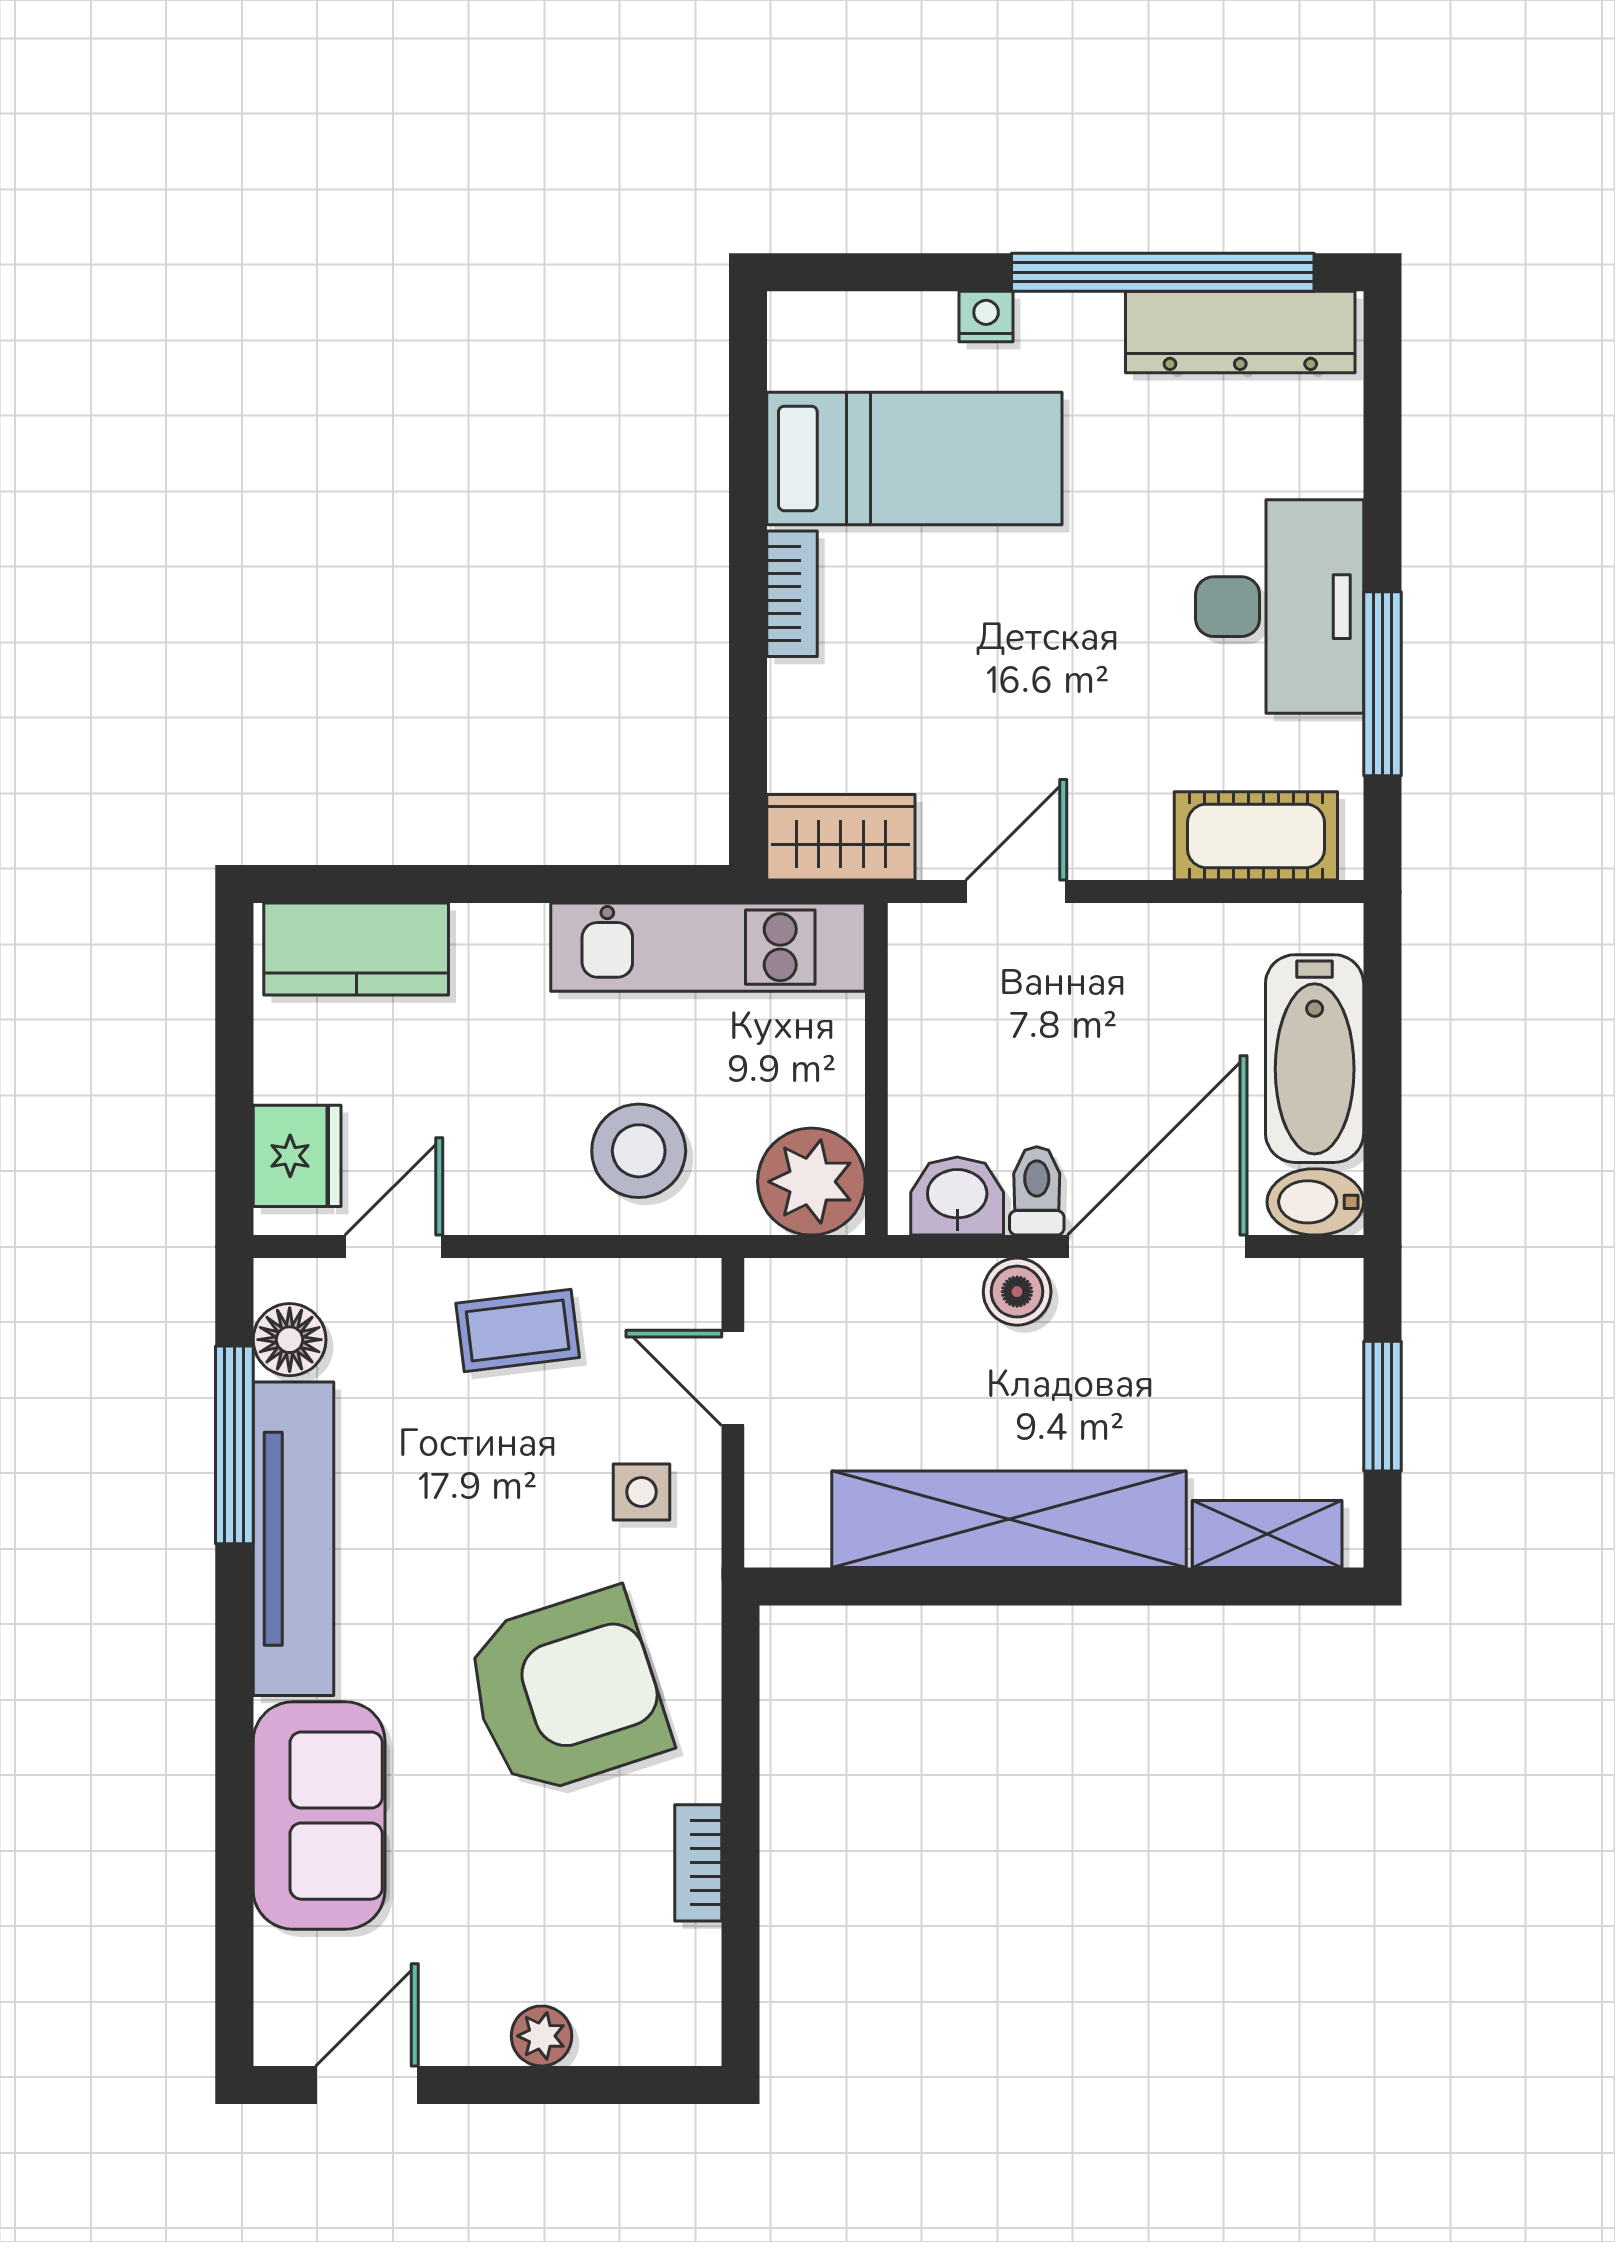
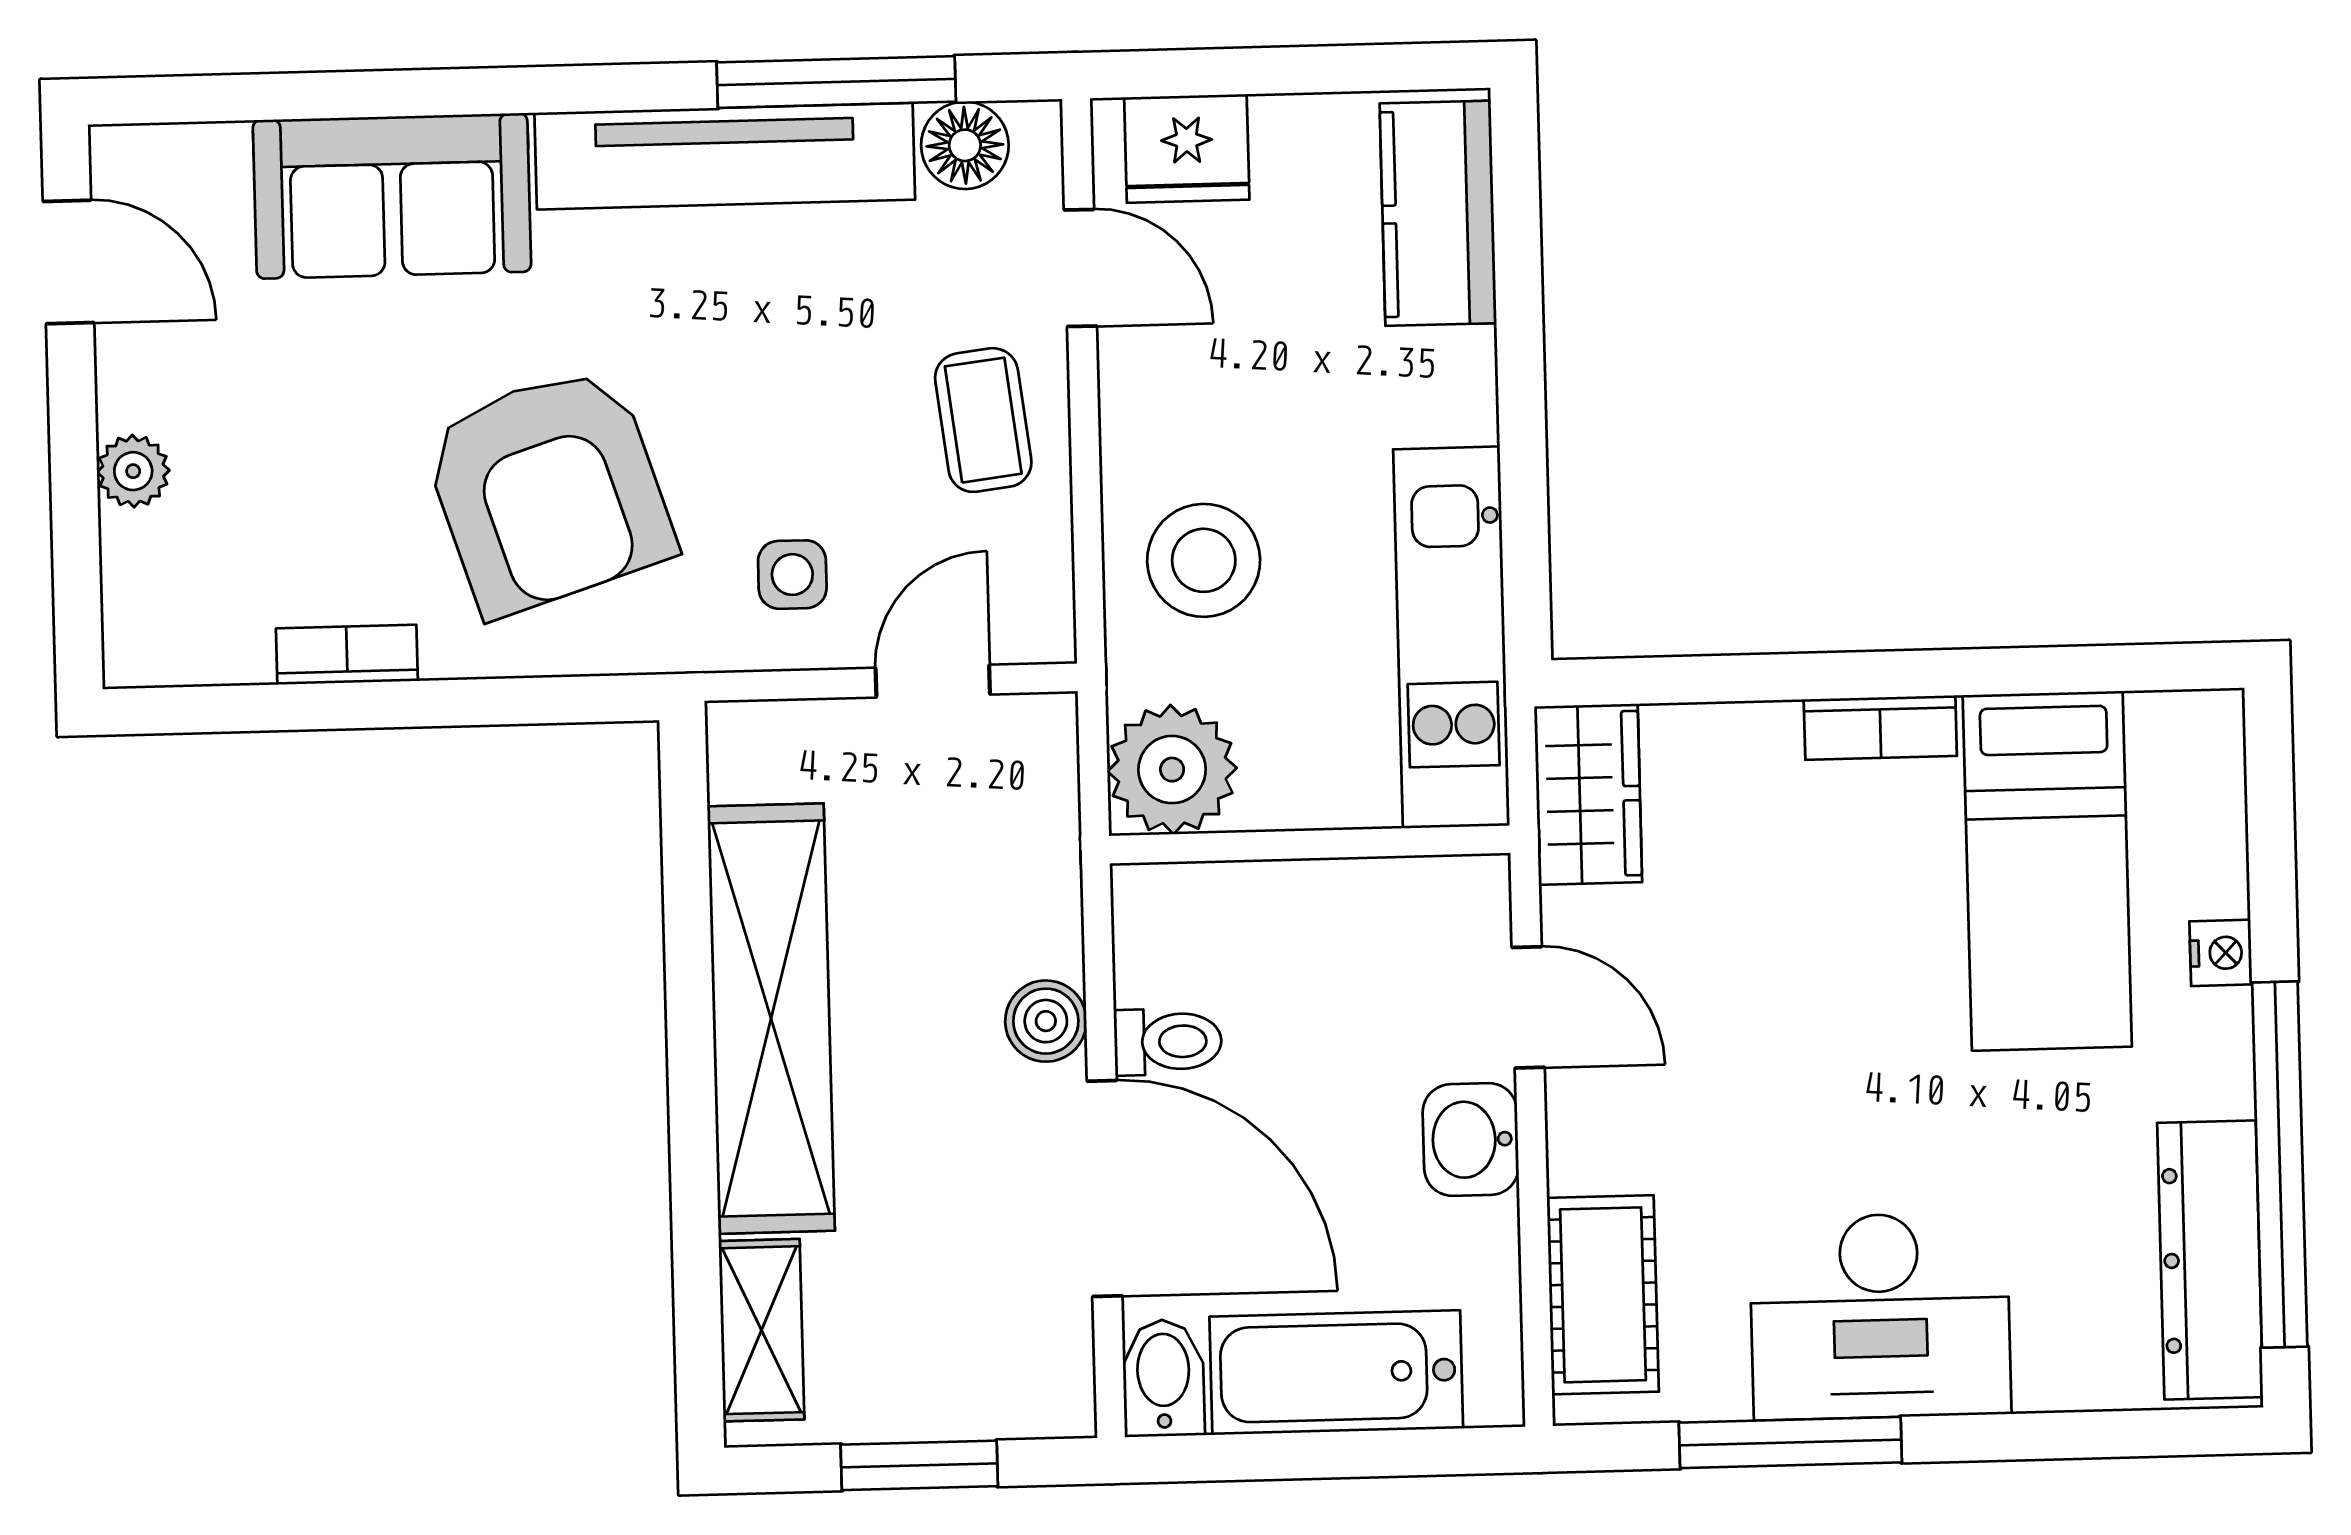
washbasin: (957, 1196) -> (1471, 1140), moved, turned 180

